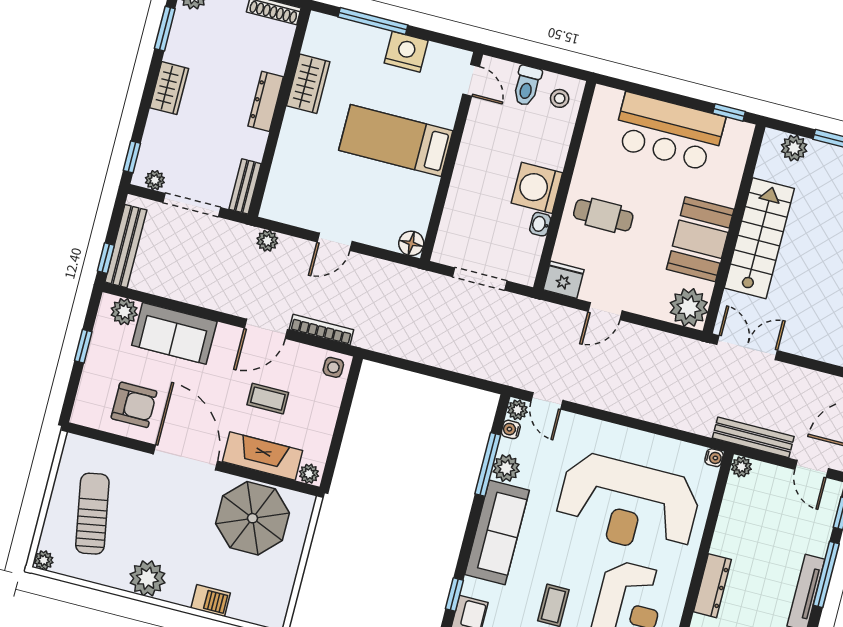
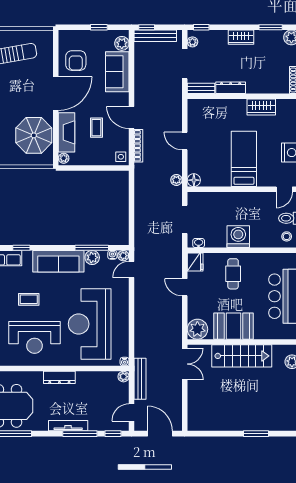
dresser: (266, 101) -> (231, 88), moved
washbasin: (540, 224) -> (199, 243), moved
plant: (267, 241) -> (176, 180), moved

